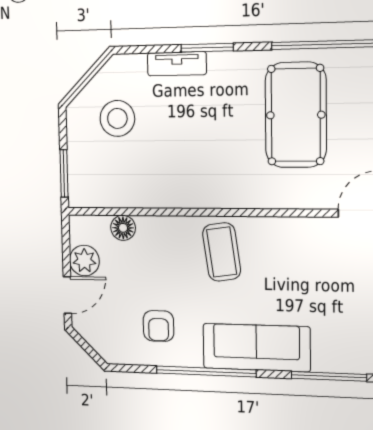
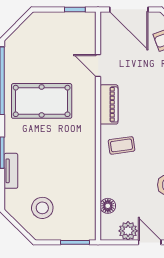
piano: (290, 232) -> (109, 104), added
coffee table: (222, 252) -> (121, 145), width x0.73, depth x0.77

